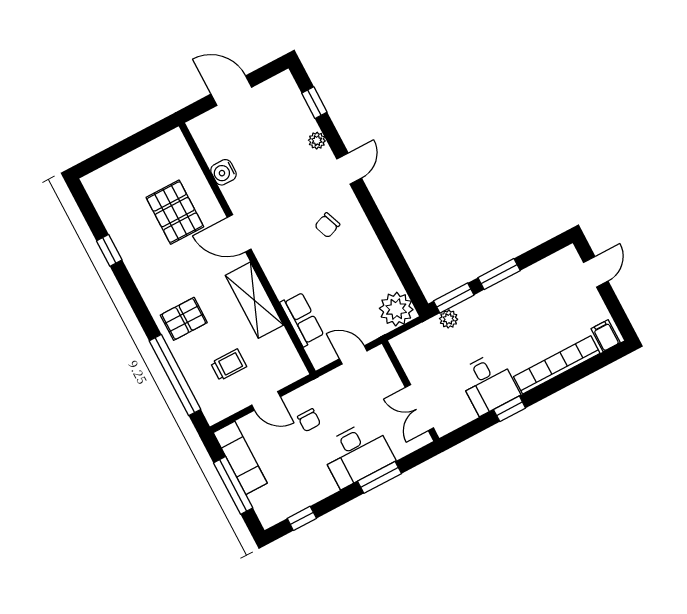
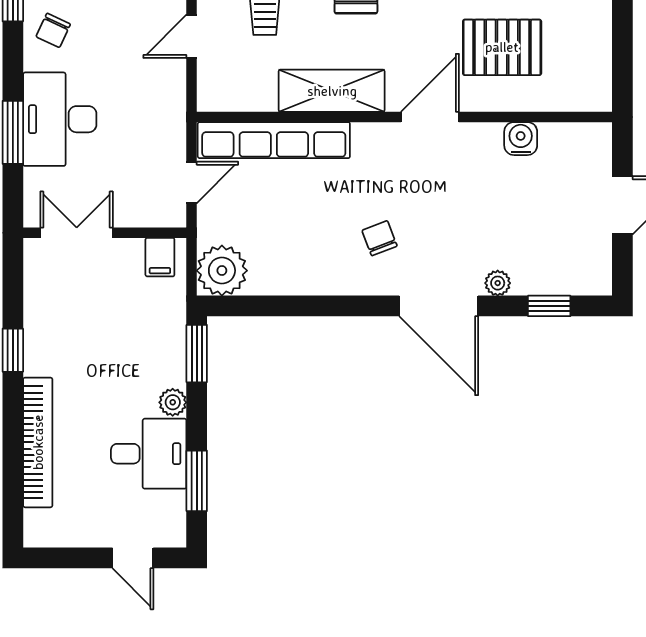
door: (349, 169) -> (439, 306), width x1.88
window: (499, 274) -> (197, 481), moved
row of seats: (302, 319) -> (274, 140), width x2.02
plant: (449, 319) -> (173, 402), moved
filing cabinet: (606, 336) -> (160, 257), moved, turned 90
desk: (488, 383) -> (149, 454), moved, turned 180
chair: (309, 420) -> (53, 30), moved, turned -65

